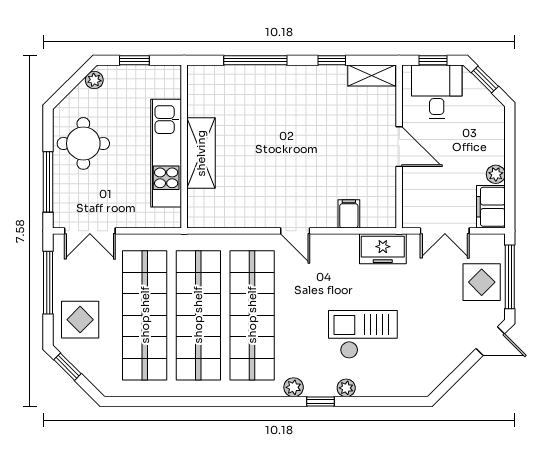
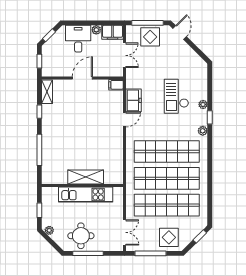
desk: (437, 92) -> (78, 39), moved, turned 90
window: (48, 182) -> (88, 253), moved
filing cabinet: (349, 214) -> (116, 85), moved
door: (295, 231) -> (125, 119), moved
freezer: (383, 249) -> (133, 100), moved
window: (67, 367) -> (200, 236), moved

